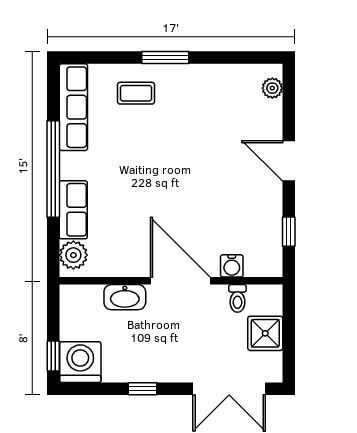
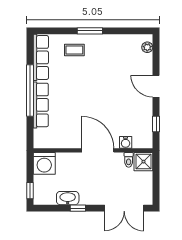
row of seats: (73, 210) -> (41, 105), width x1.48
plant: (73, 255) -> (41, 137), removed
washbasin: (125, 297) -> (68, 198), moved, turned 180
shower: (265, 333) -> (143, 162), moved
washing machine: (80, 362) -> (44, 163), moved, turned 180

